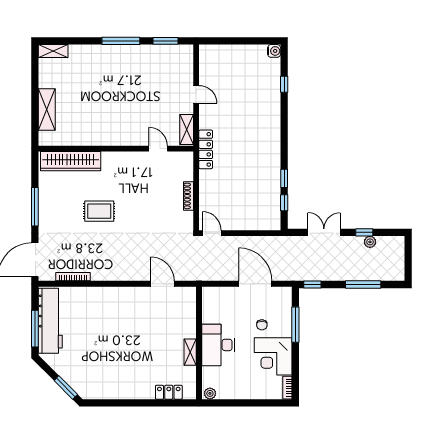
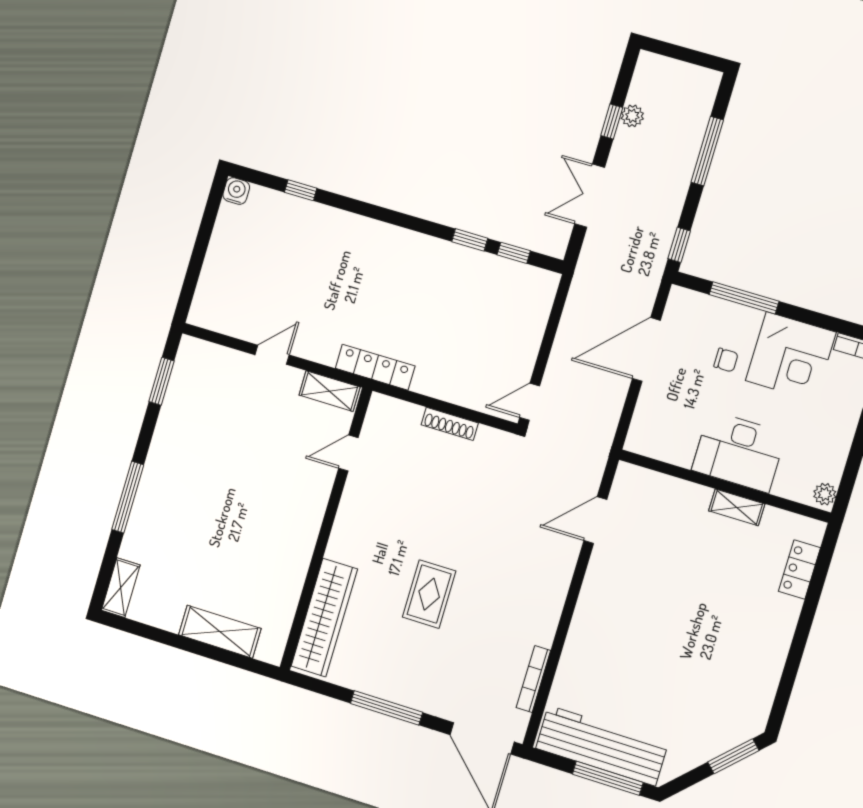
window: (121, 41) -> (128, 497), moved

